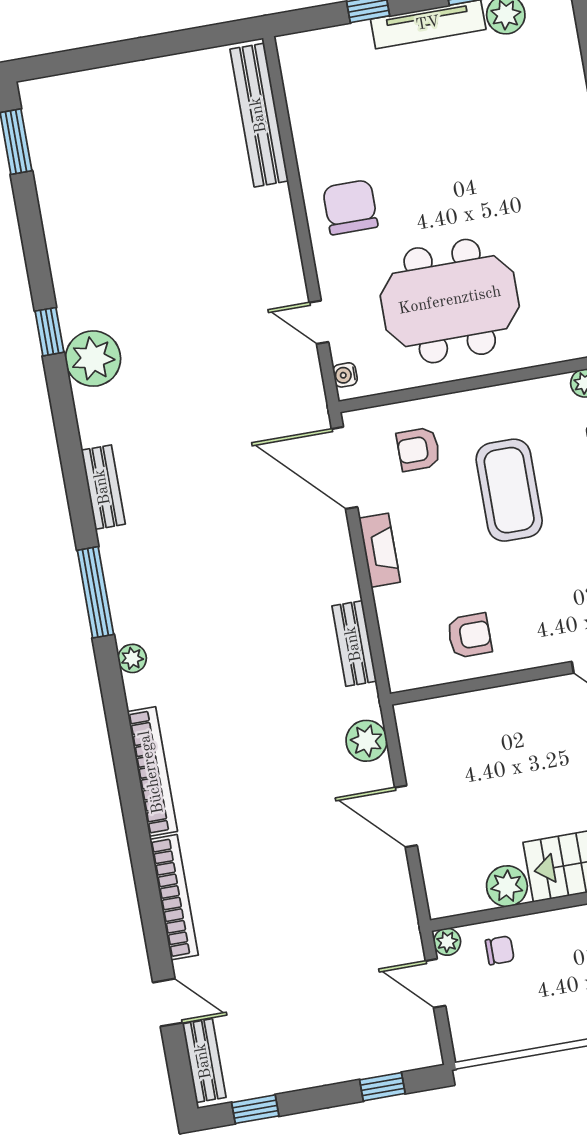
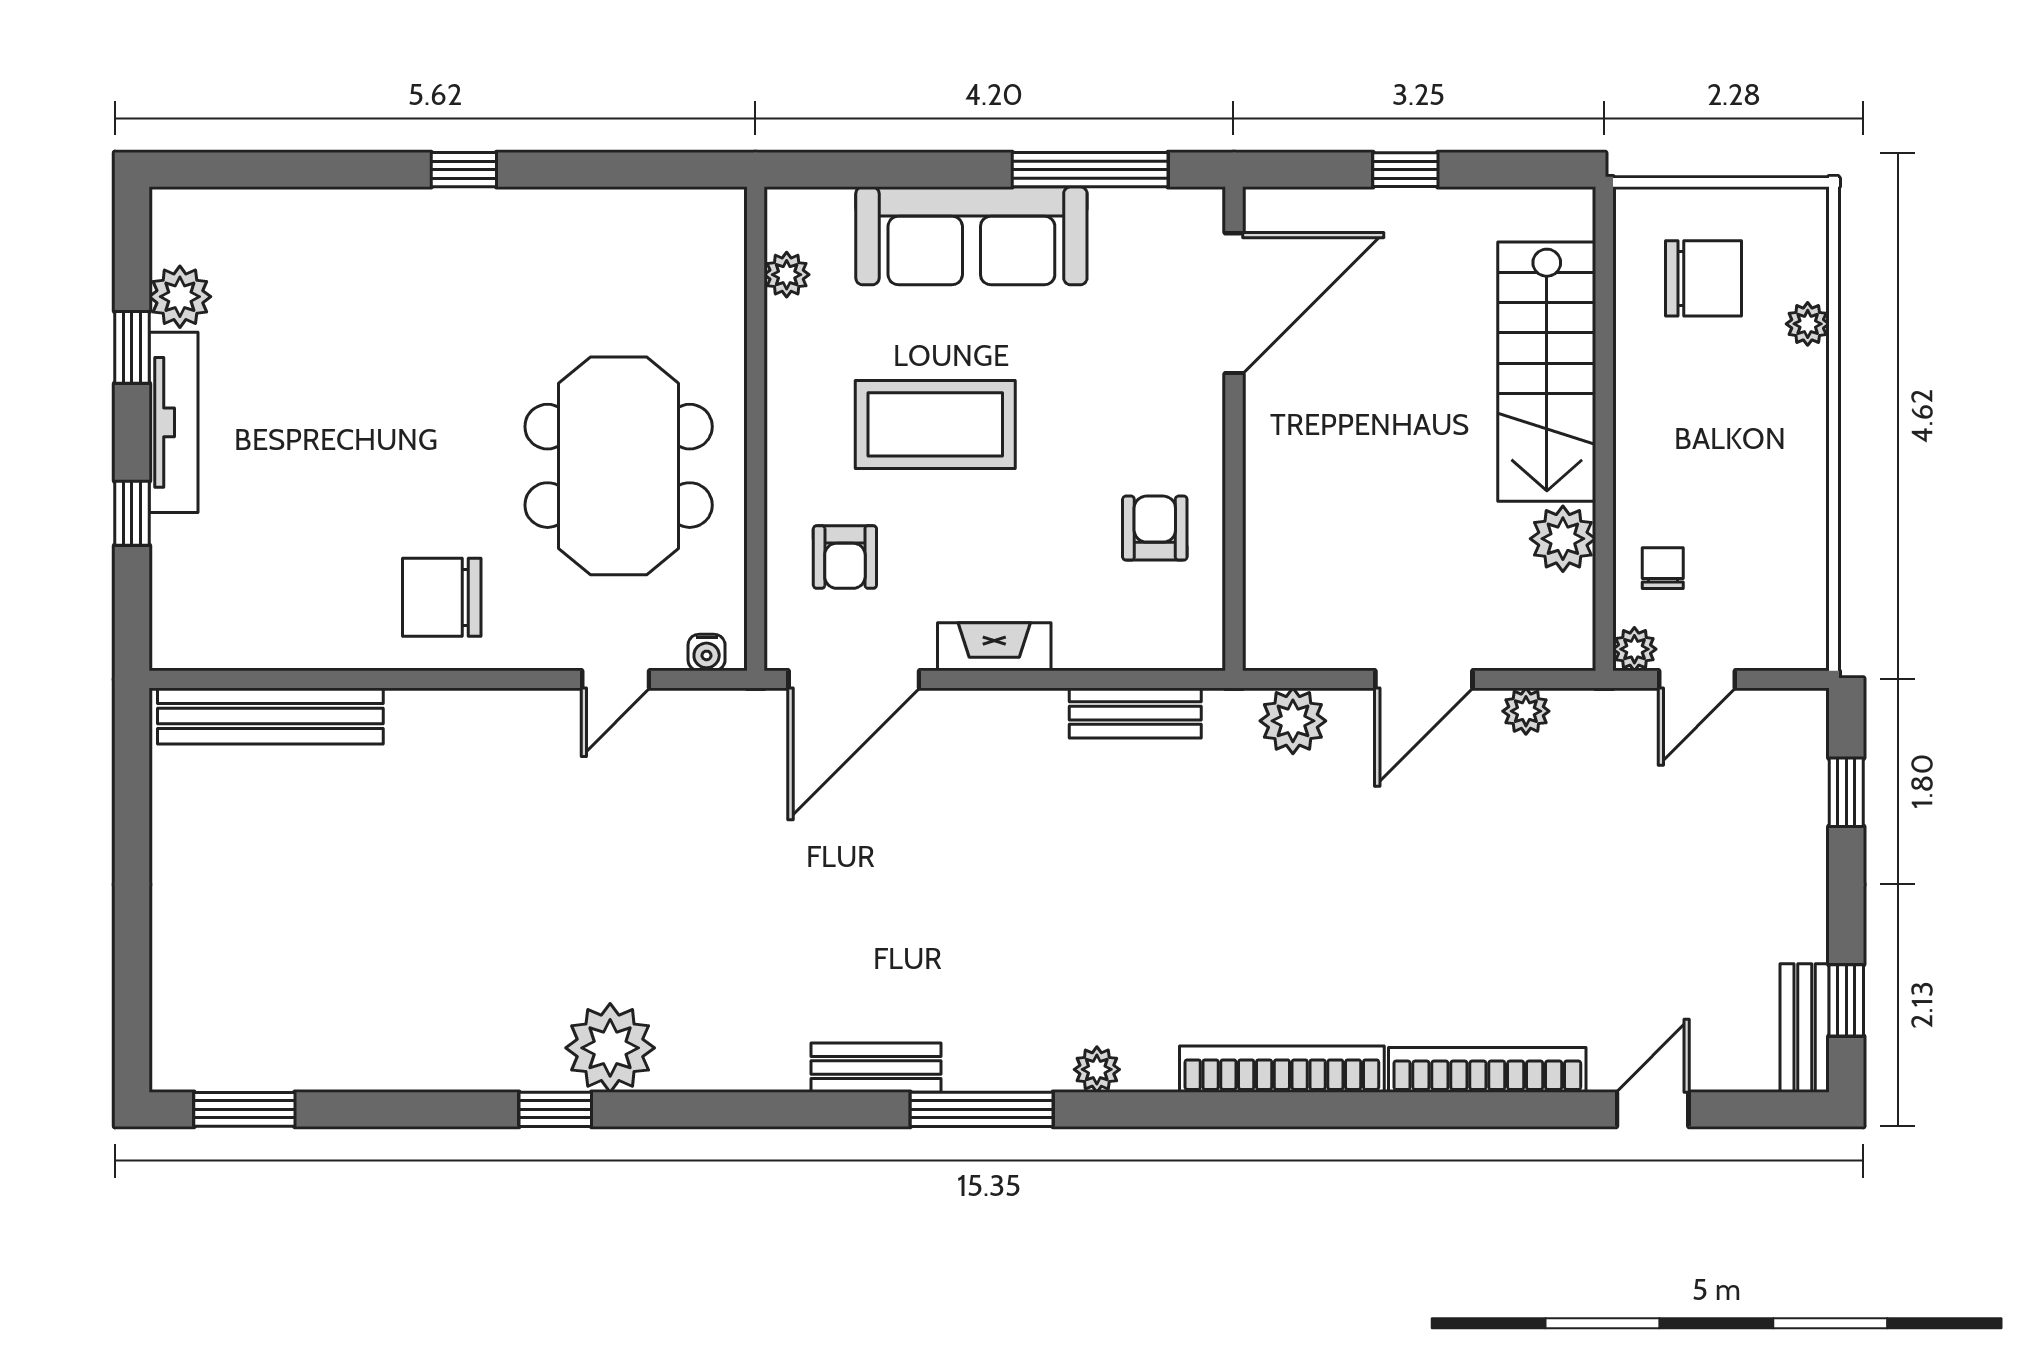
bench: (103, 487) -> (876, 1068), moved
plant: (398, 882) -> (1526, 711), added
bench: (204, 1061) -> (1805, 1028), moved, turned 90

